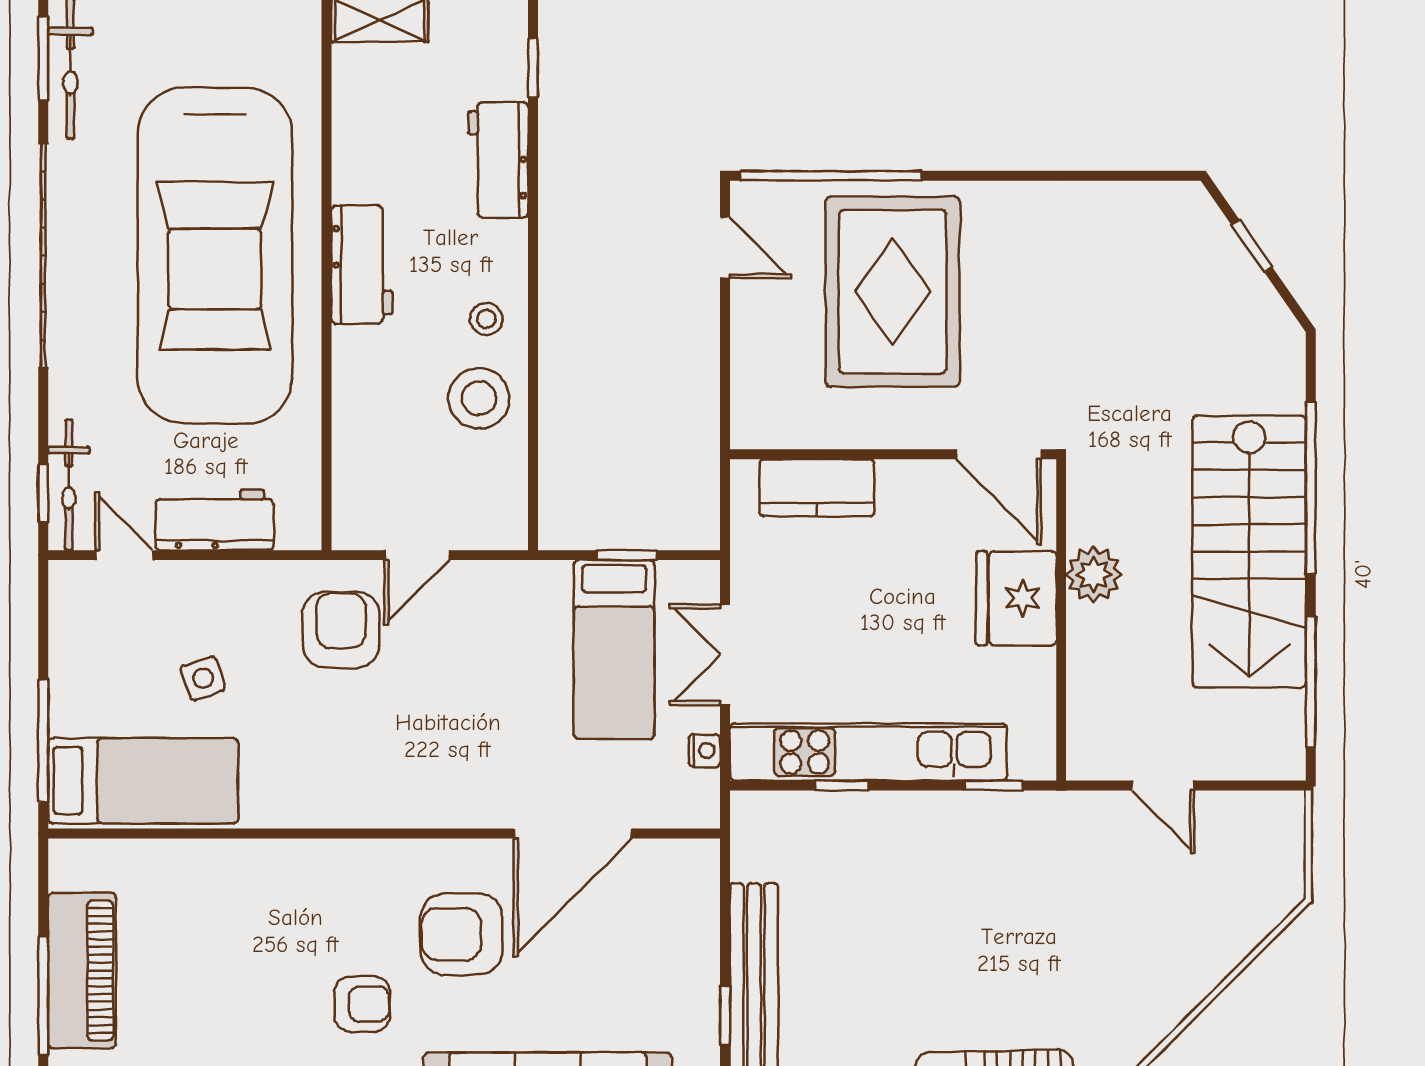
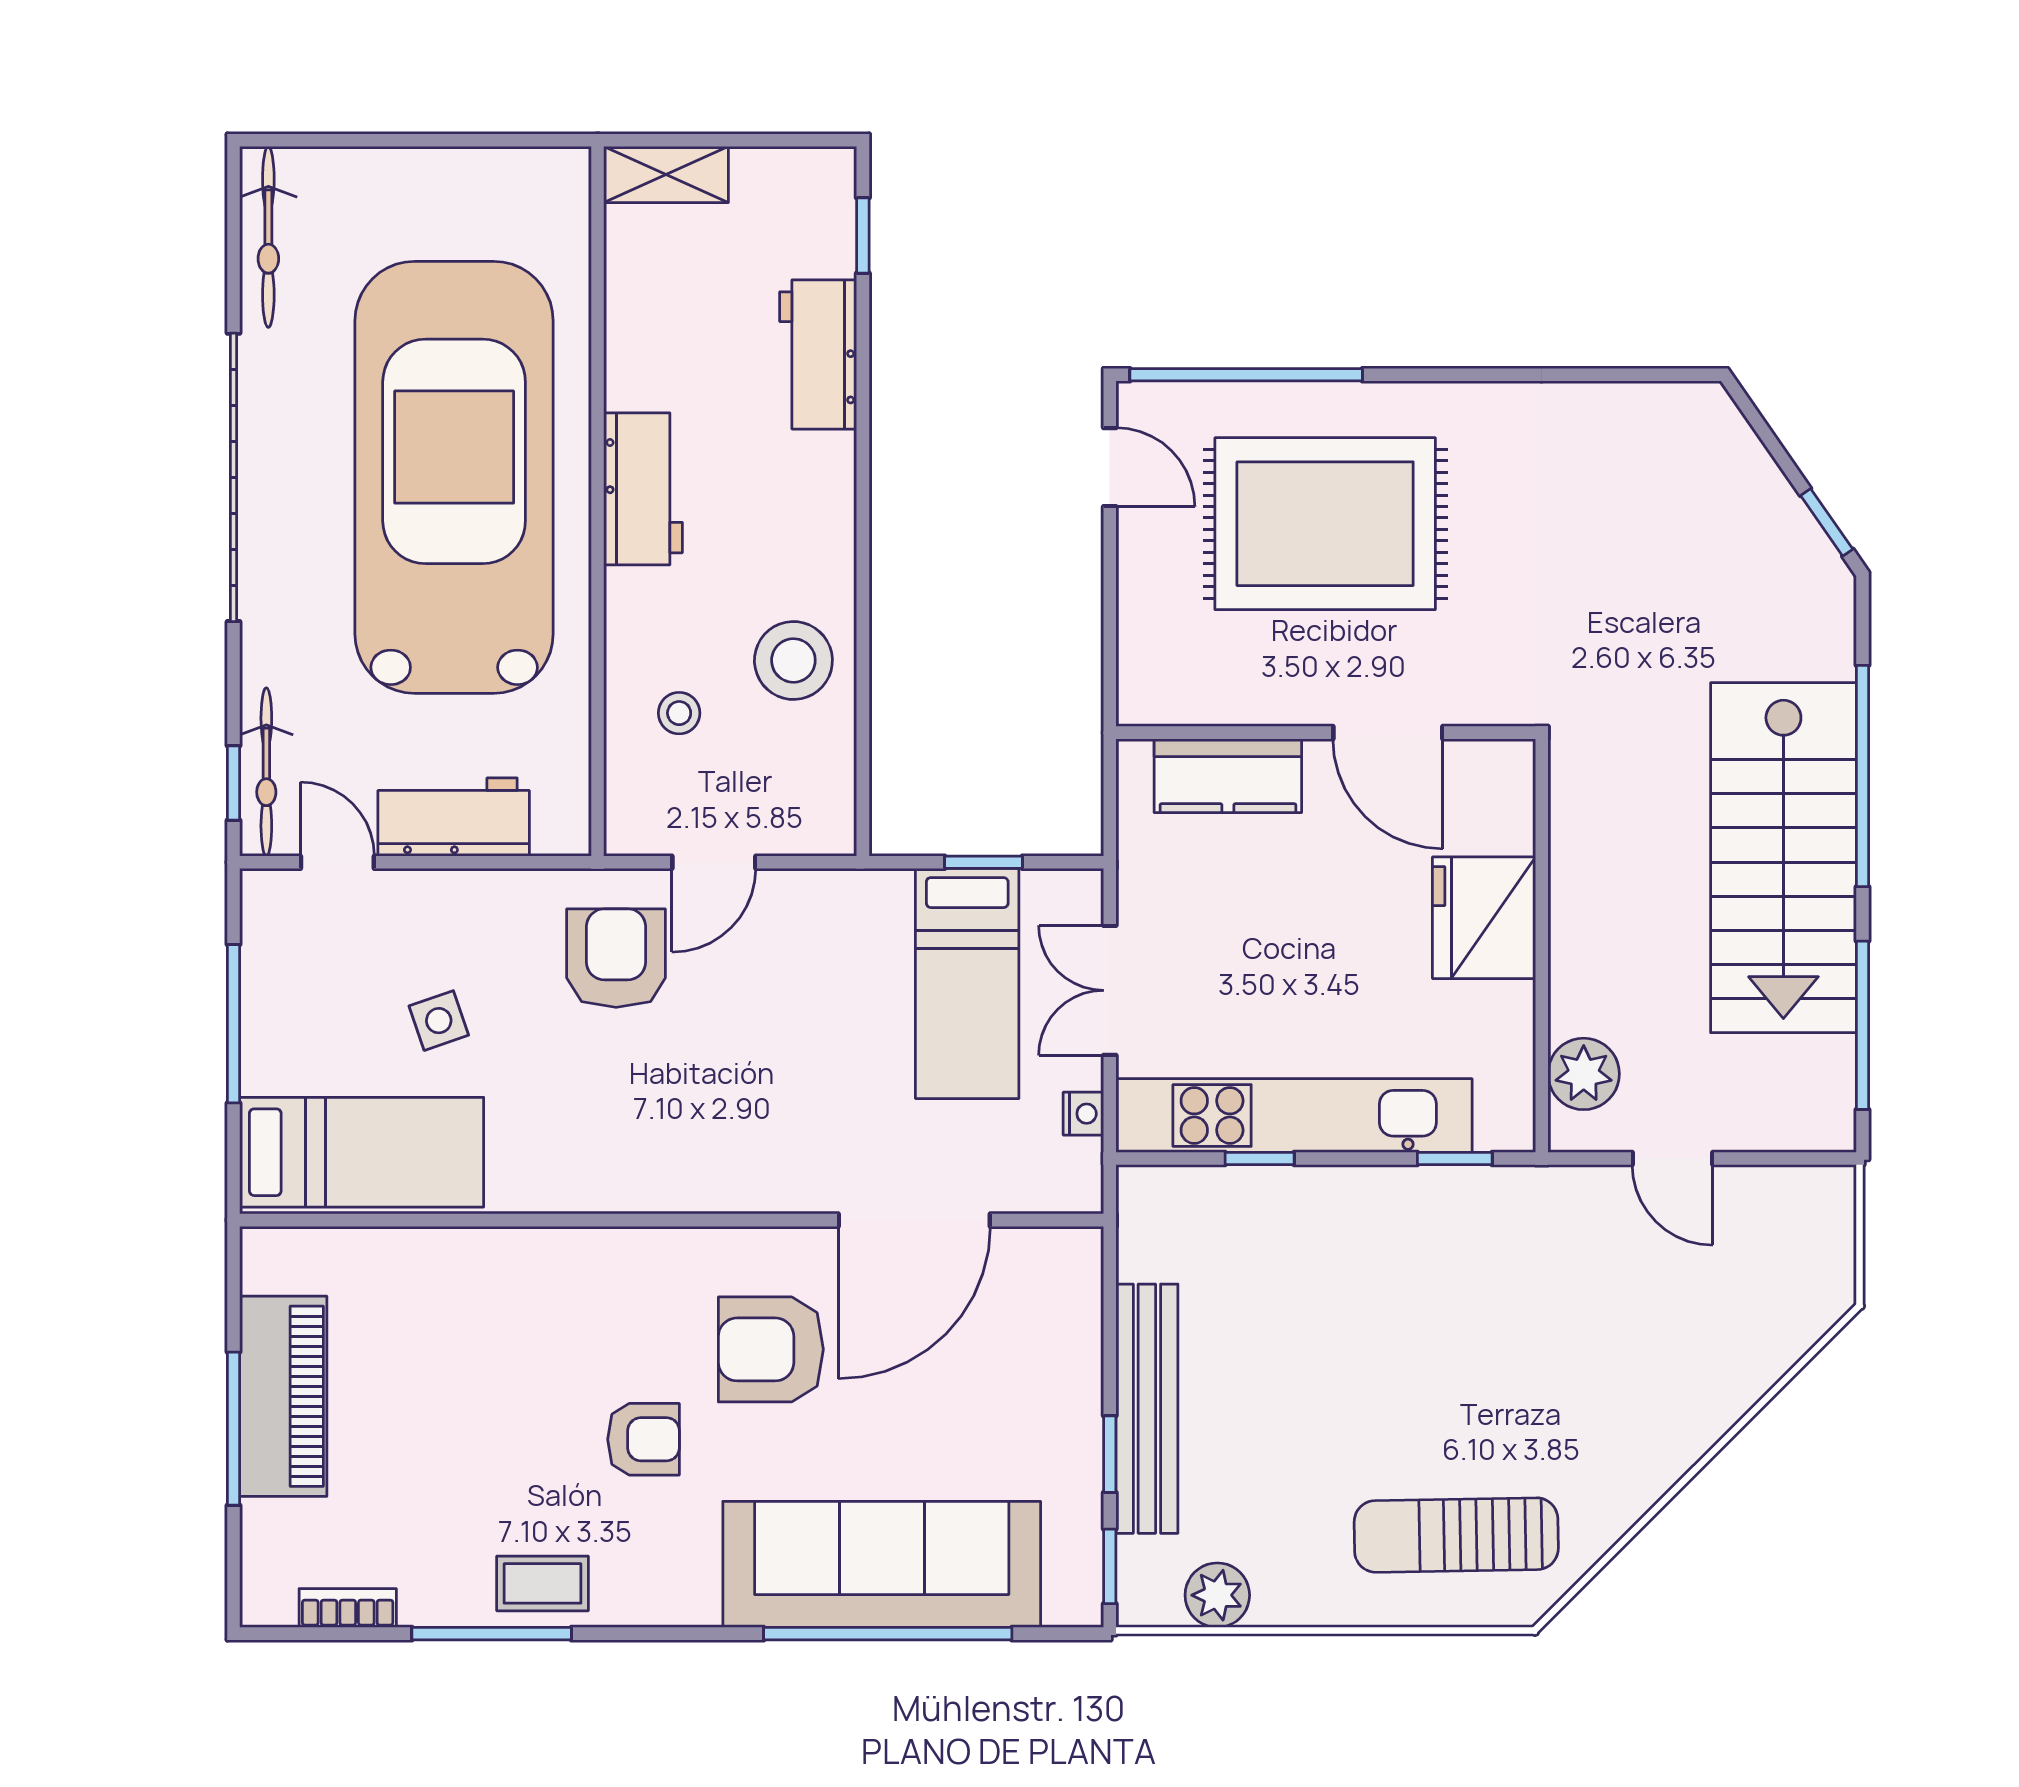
window: (43, 58) -> (233, 224), removed
window: (1252, 246) -> (1827, 522), moved
car: (215, 256) -> (454, 477), turned 180
rug: (893, 292) -> (1325, 524), turned 90
stool: (486, 319) -> (679, 713), moved
door: (998, 454) -> (1388, 733), moved
plant: (1094, 574) -> (1584, 1074), moved
window: (43, 741) -> (233, 1024), moved

